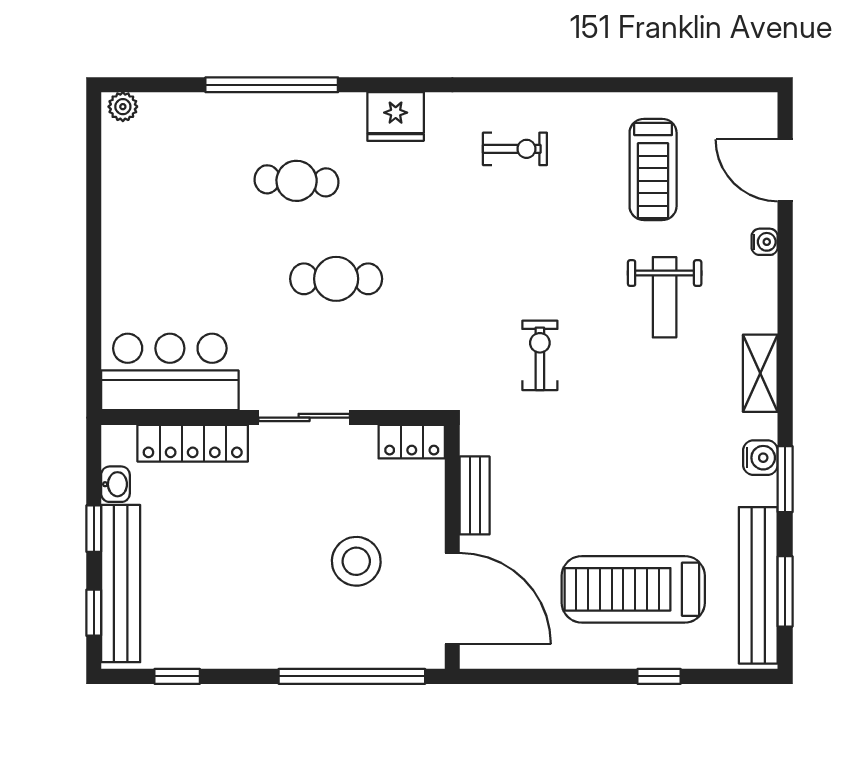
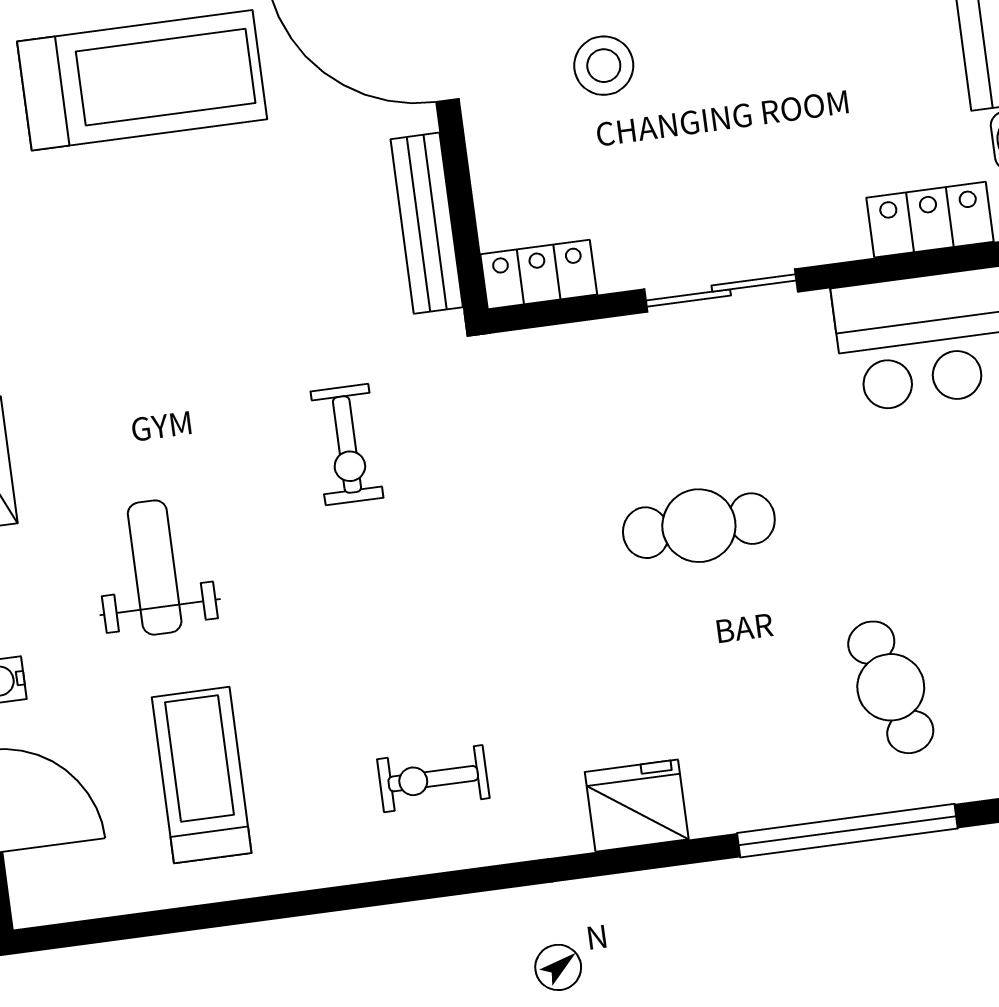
cafe table: (297, 181) -> (891, 687), moved, turned 71
locker: (193, 443) -> (930, 220), width x0.66
bench: (475, 495) -> (427, 223), width x1.36
stool: (356, 561) -> (604, 66), width x0.73, depth x0.73

